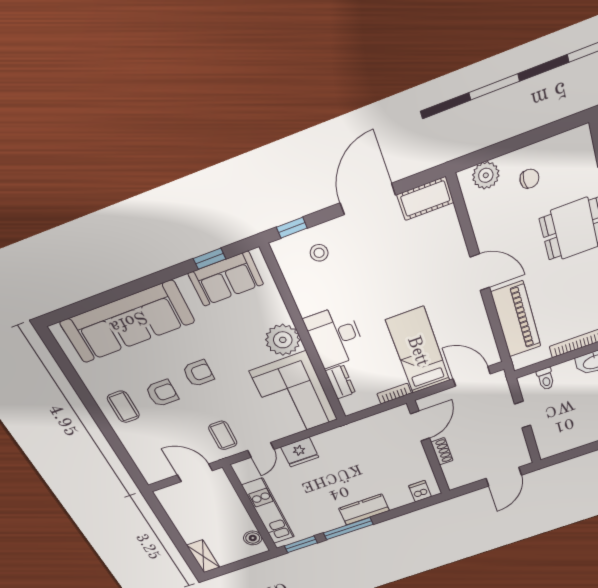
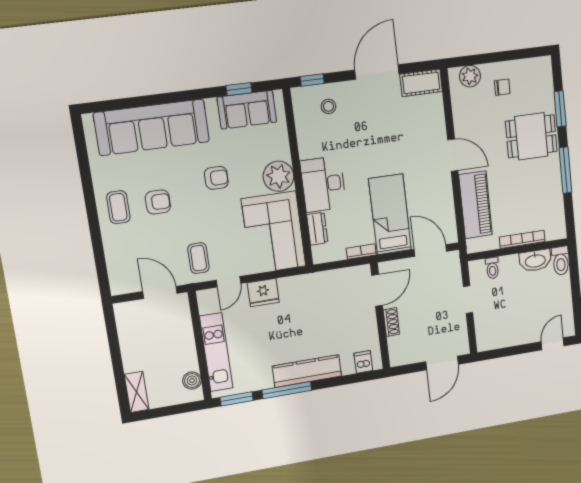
armchair: (198, 373) -> (216, 178), moved
kitchen counter: (364, 510) -> (307, 371), width x1.50

